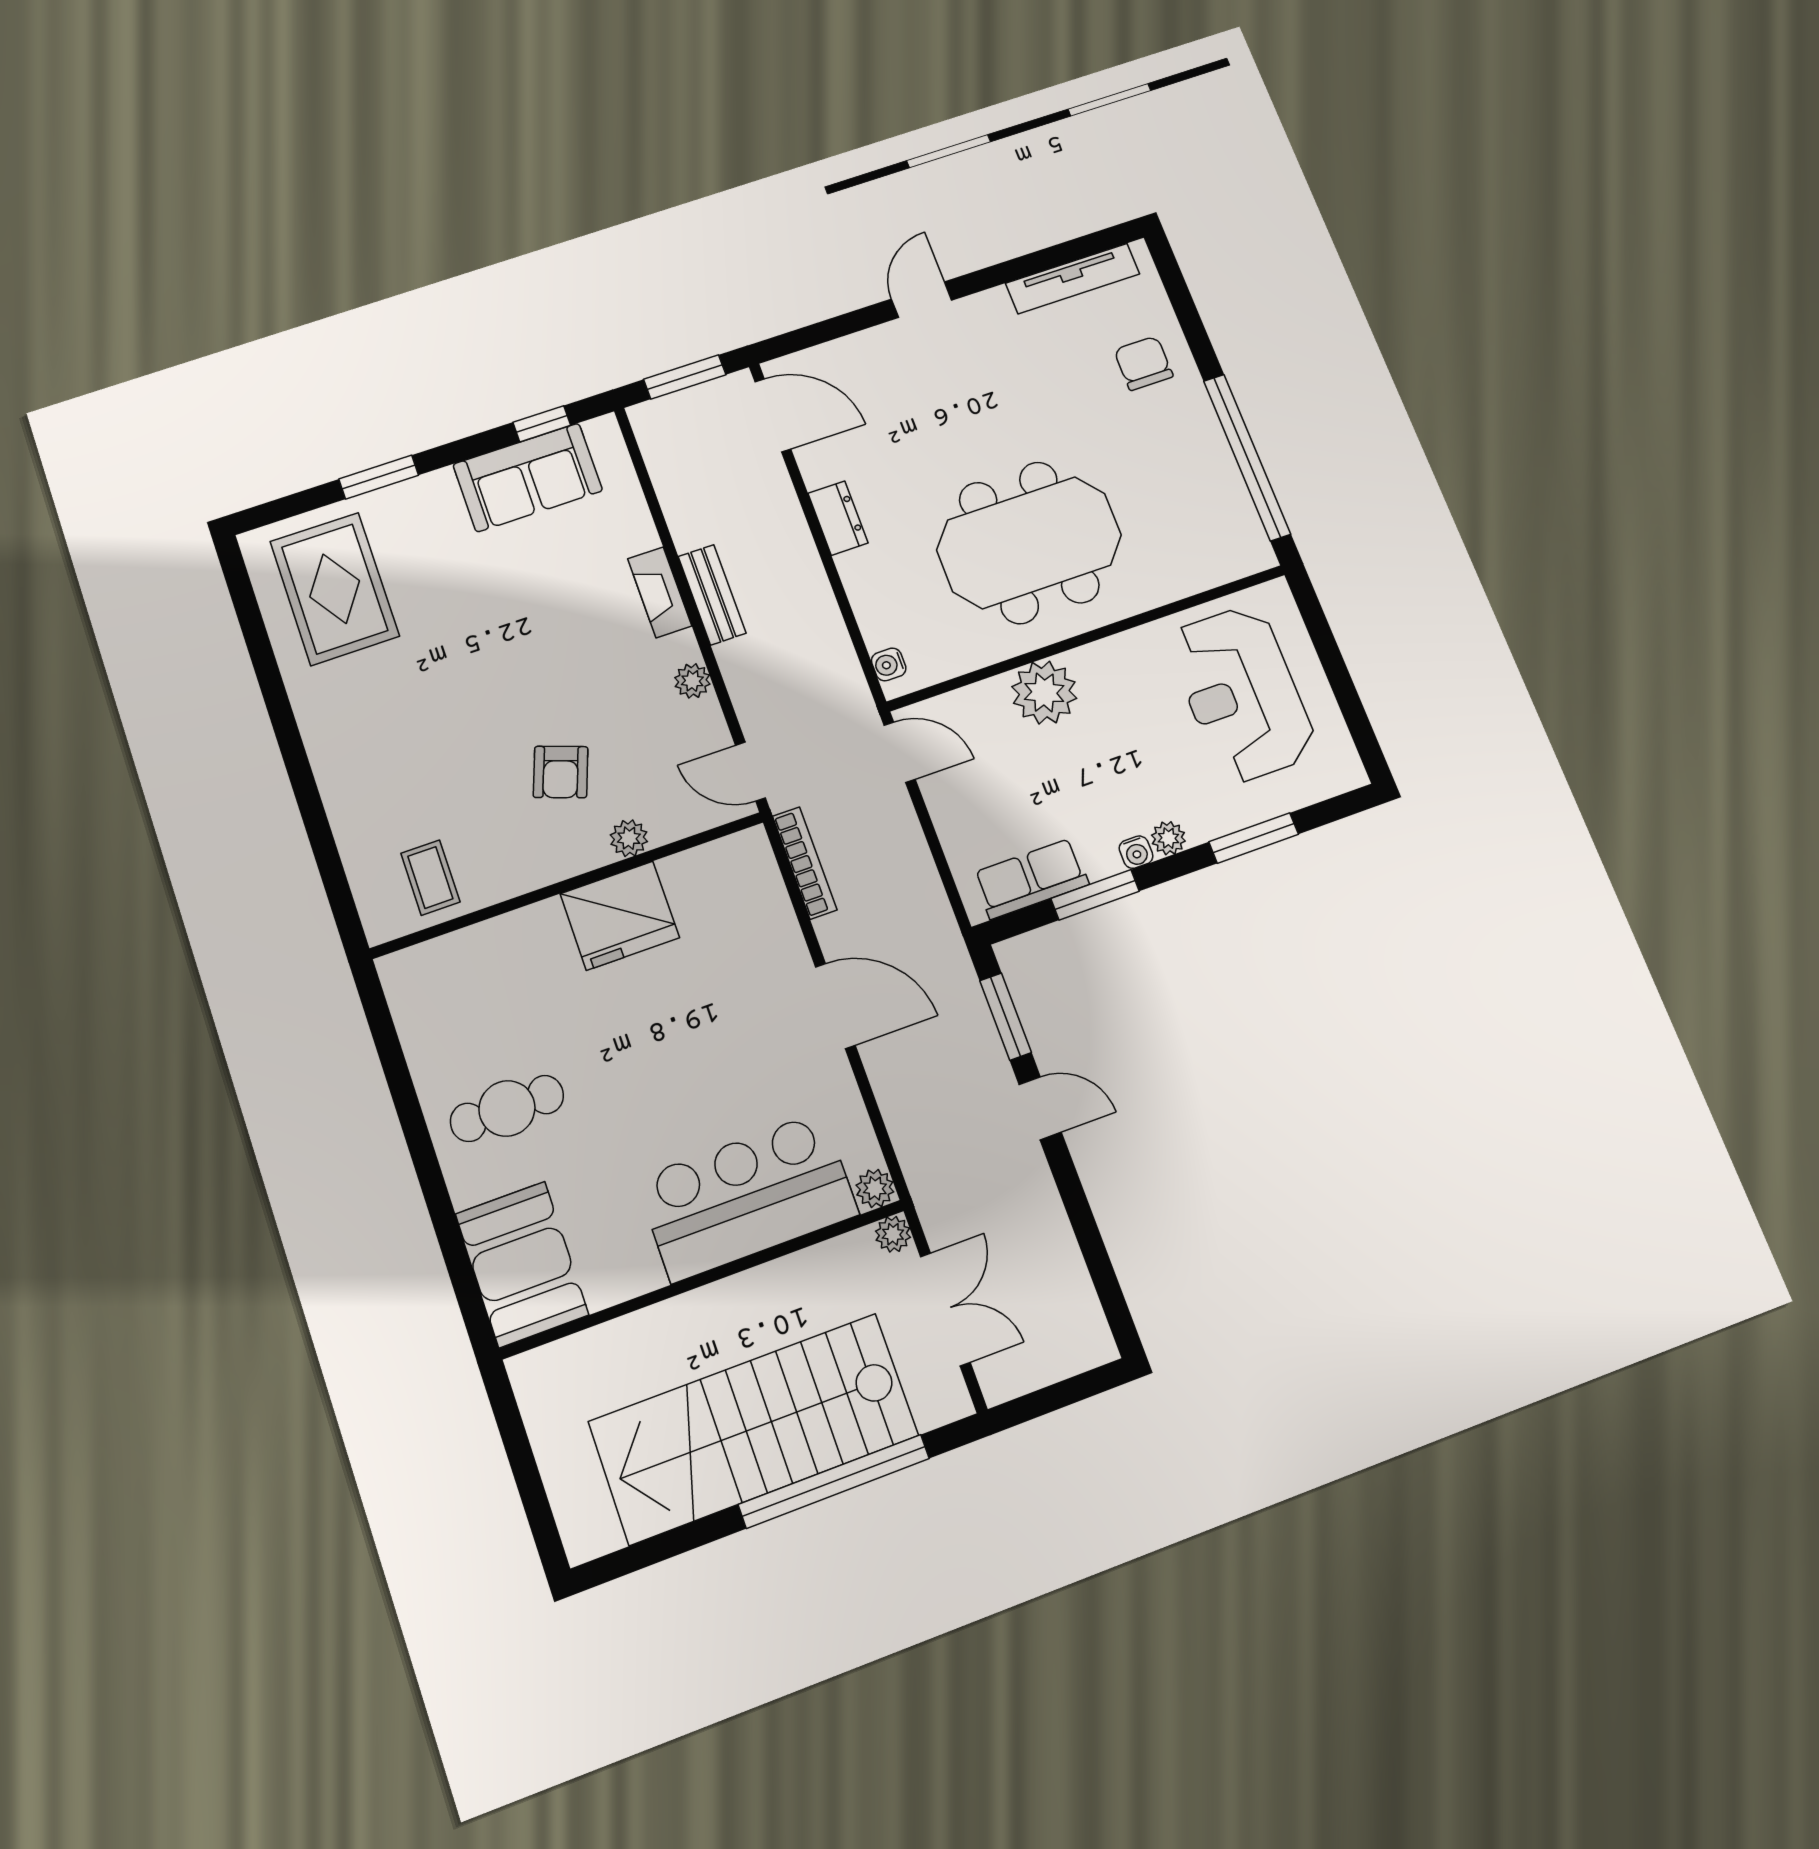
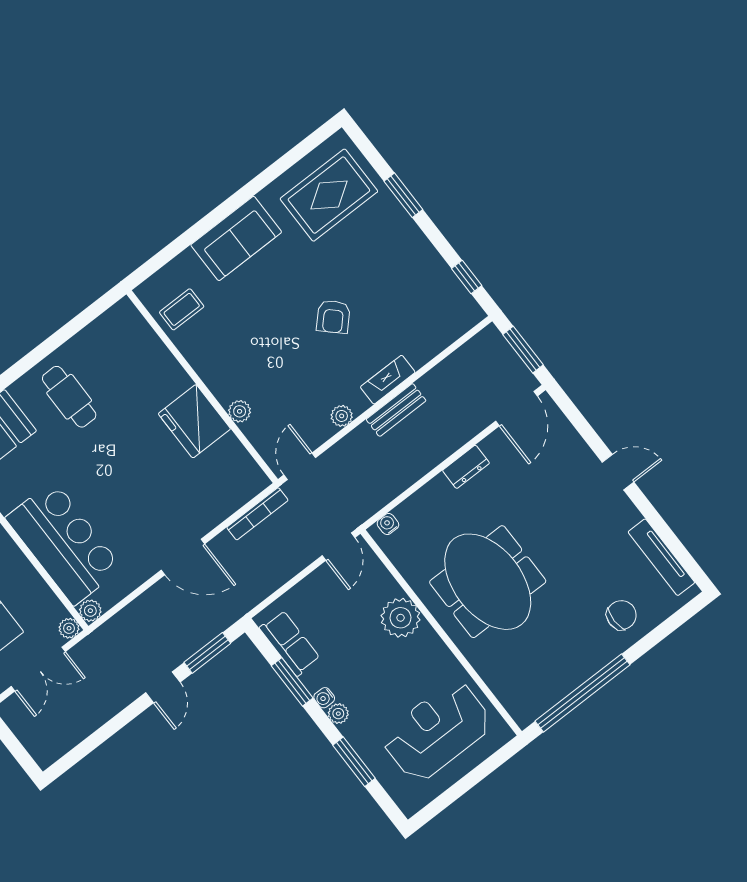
sofa: (528, 477) -> (236, 238), moved, turned -90
armchair: (561, 772) -> (333, 317), moved, turned -66
door: (835, 1006) -> (183, 557), hinge flipped

